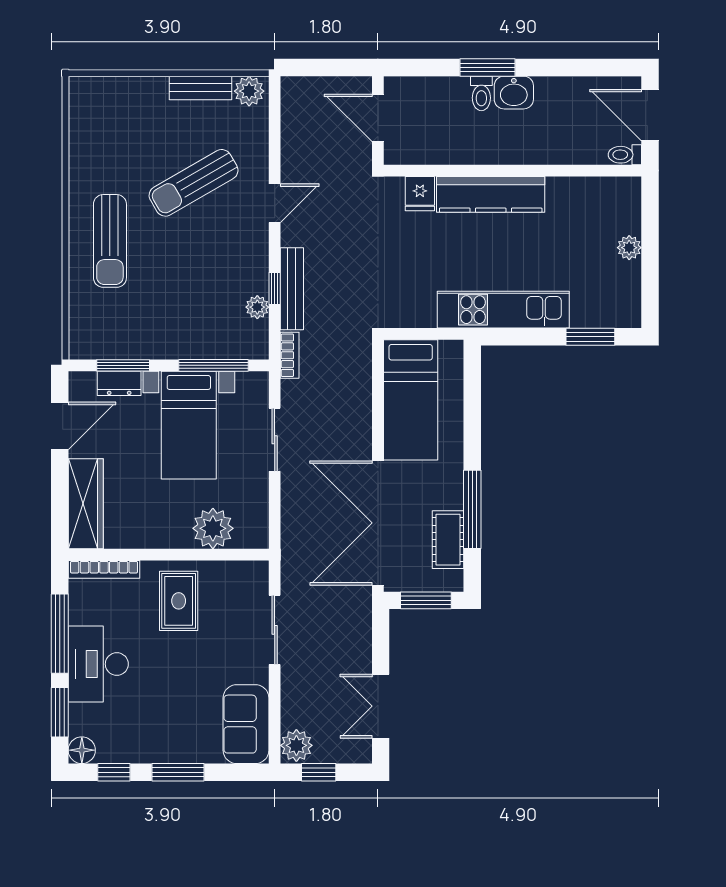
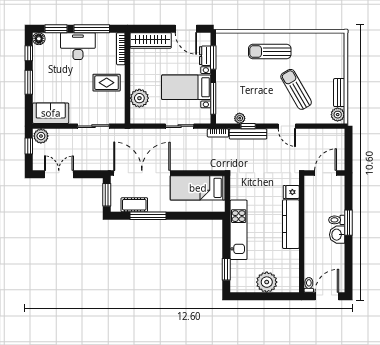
plant: (629, 248) -> (267, 282), width x1.88, depth x1.88

